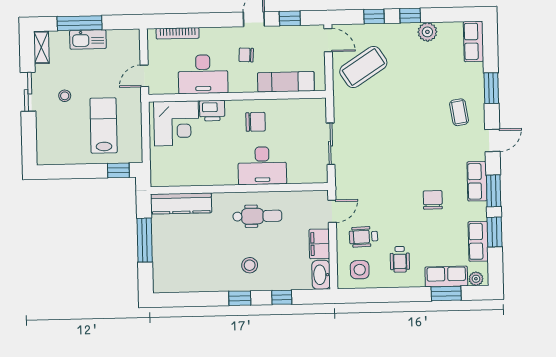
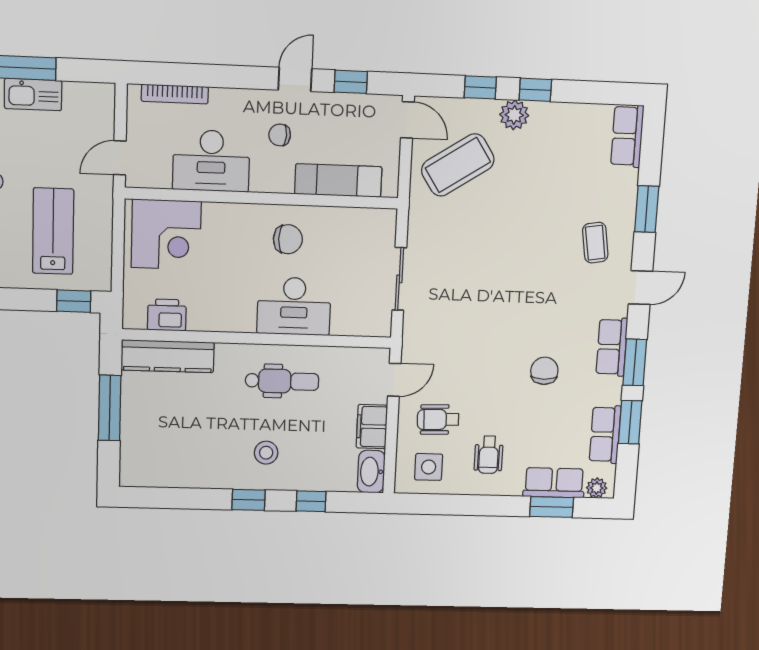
plant: (427, 32) -> (514, 115), moved
printer: (212, 111) -> (167, 315), moved, turned 180

